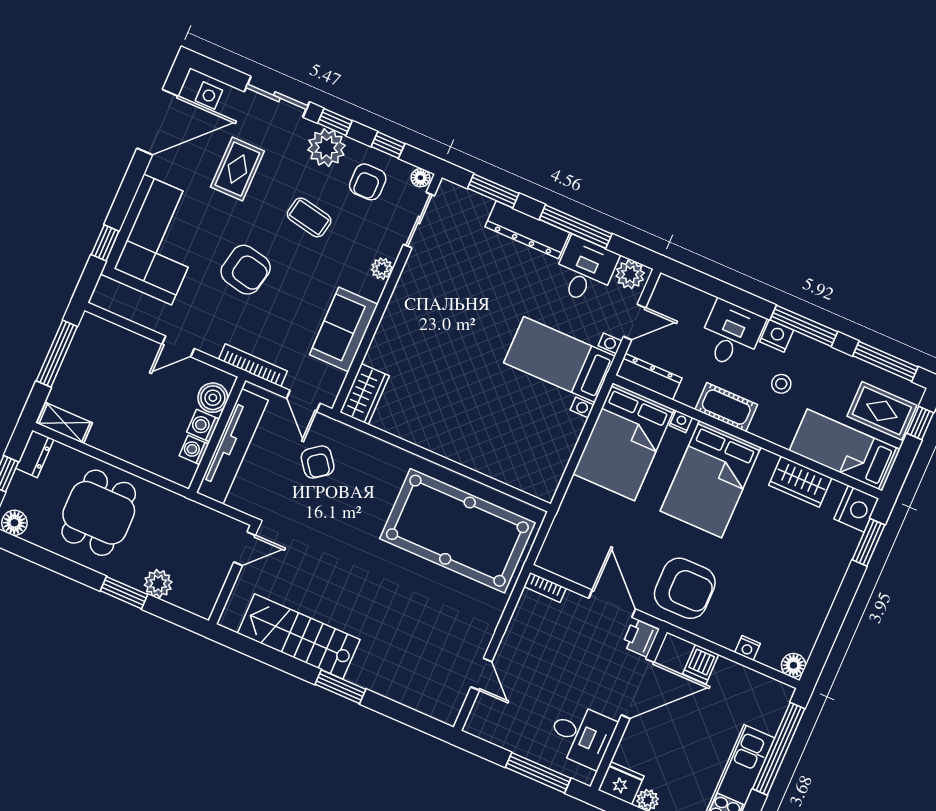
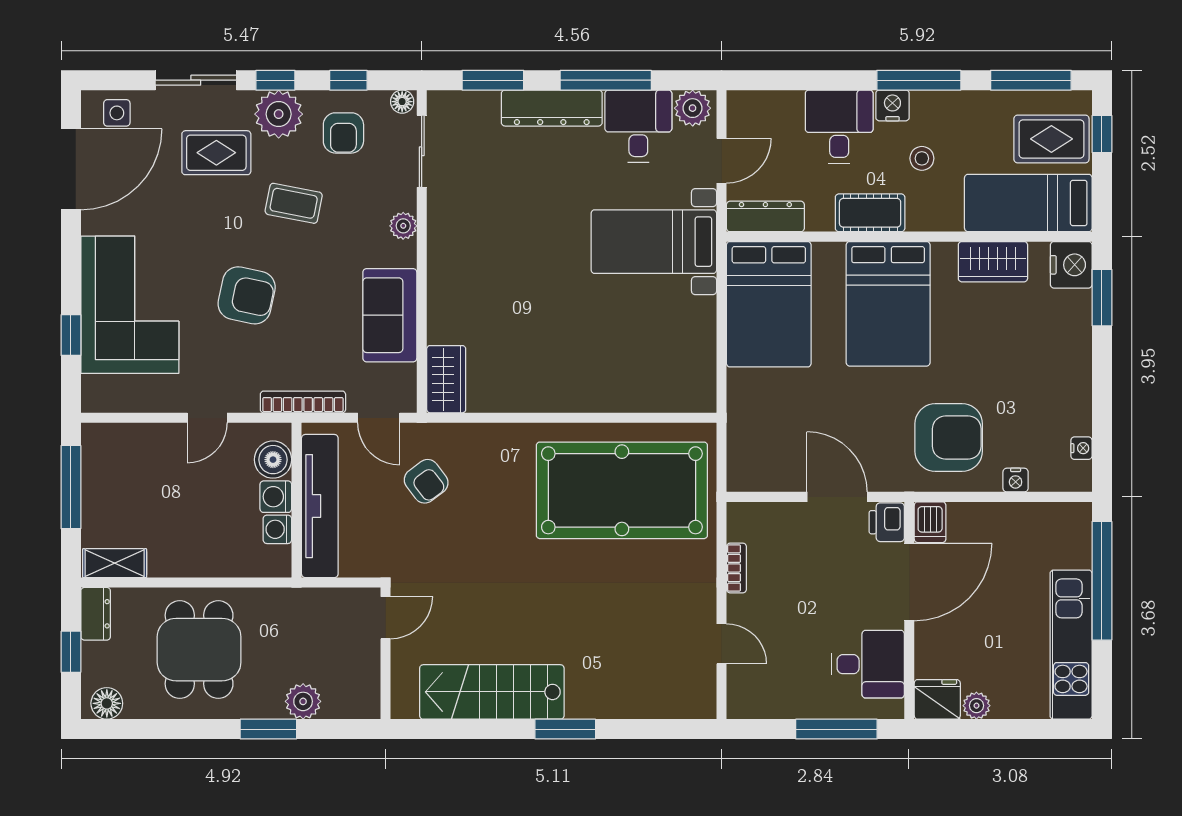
rug: (237, 169) -> (216, 153), moved, turned 90
nightstand: (681, 421) -> (1081, 448), moved, turned 90
bookcase: (545, 587) -> (736, 568), moved, turned -90
armchair: (685, 588) -> (949, 437), moved
dishwasher: (701, 664) -> (930, 522), moved
floor lamp: (793, 665) -> (1077, 477), removed

